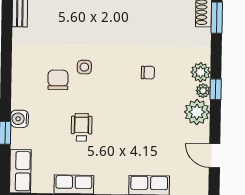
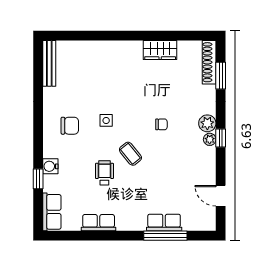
chair: (58, 80) -> (70, 126), moved, turned 90
coffee table: (112, 106) -> (130, 154), added
plant: (197, 112) -> (205, 158), removed

